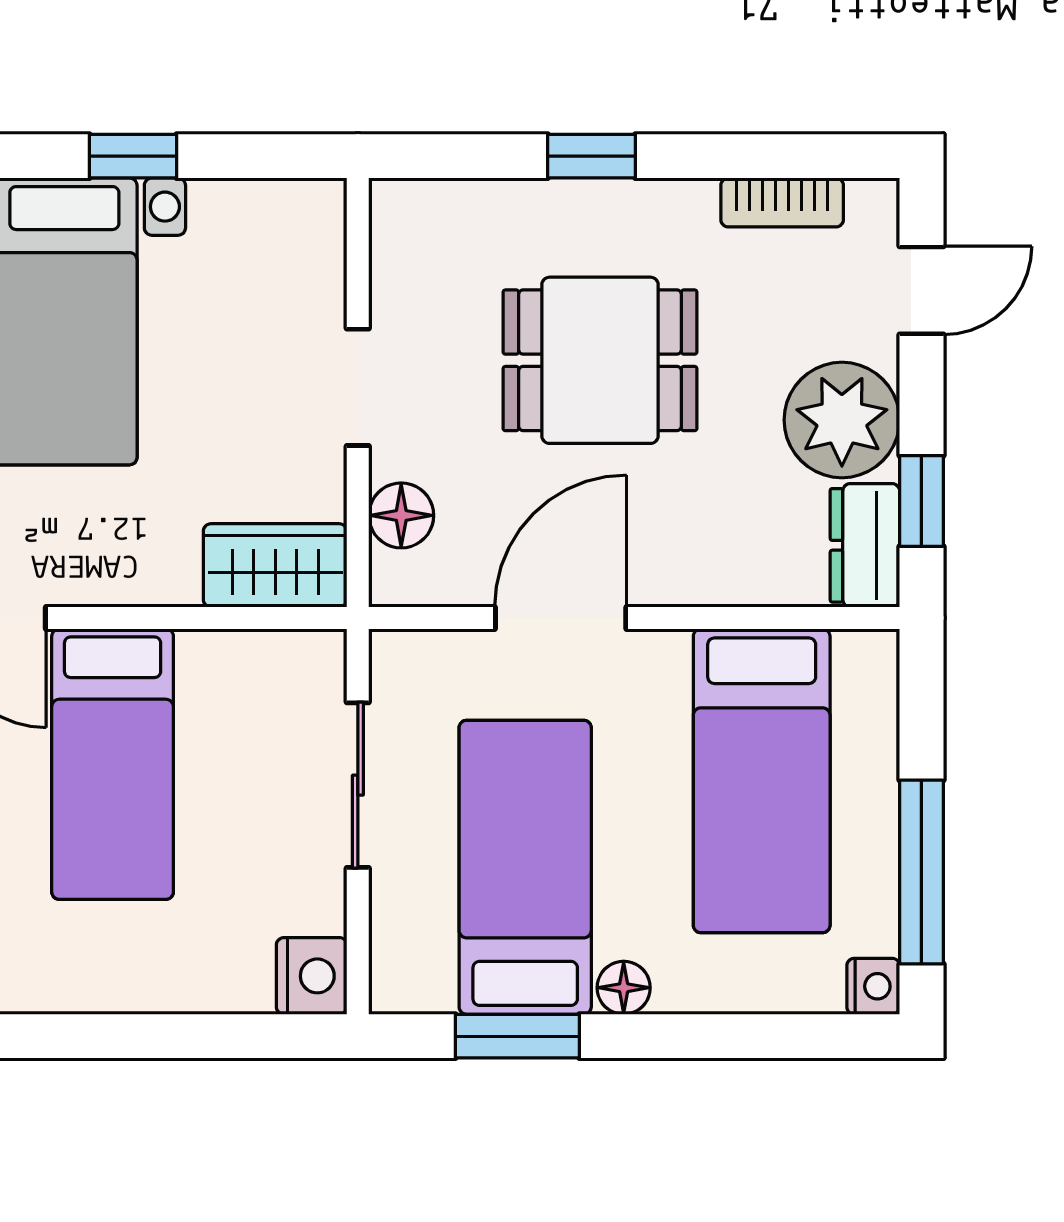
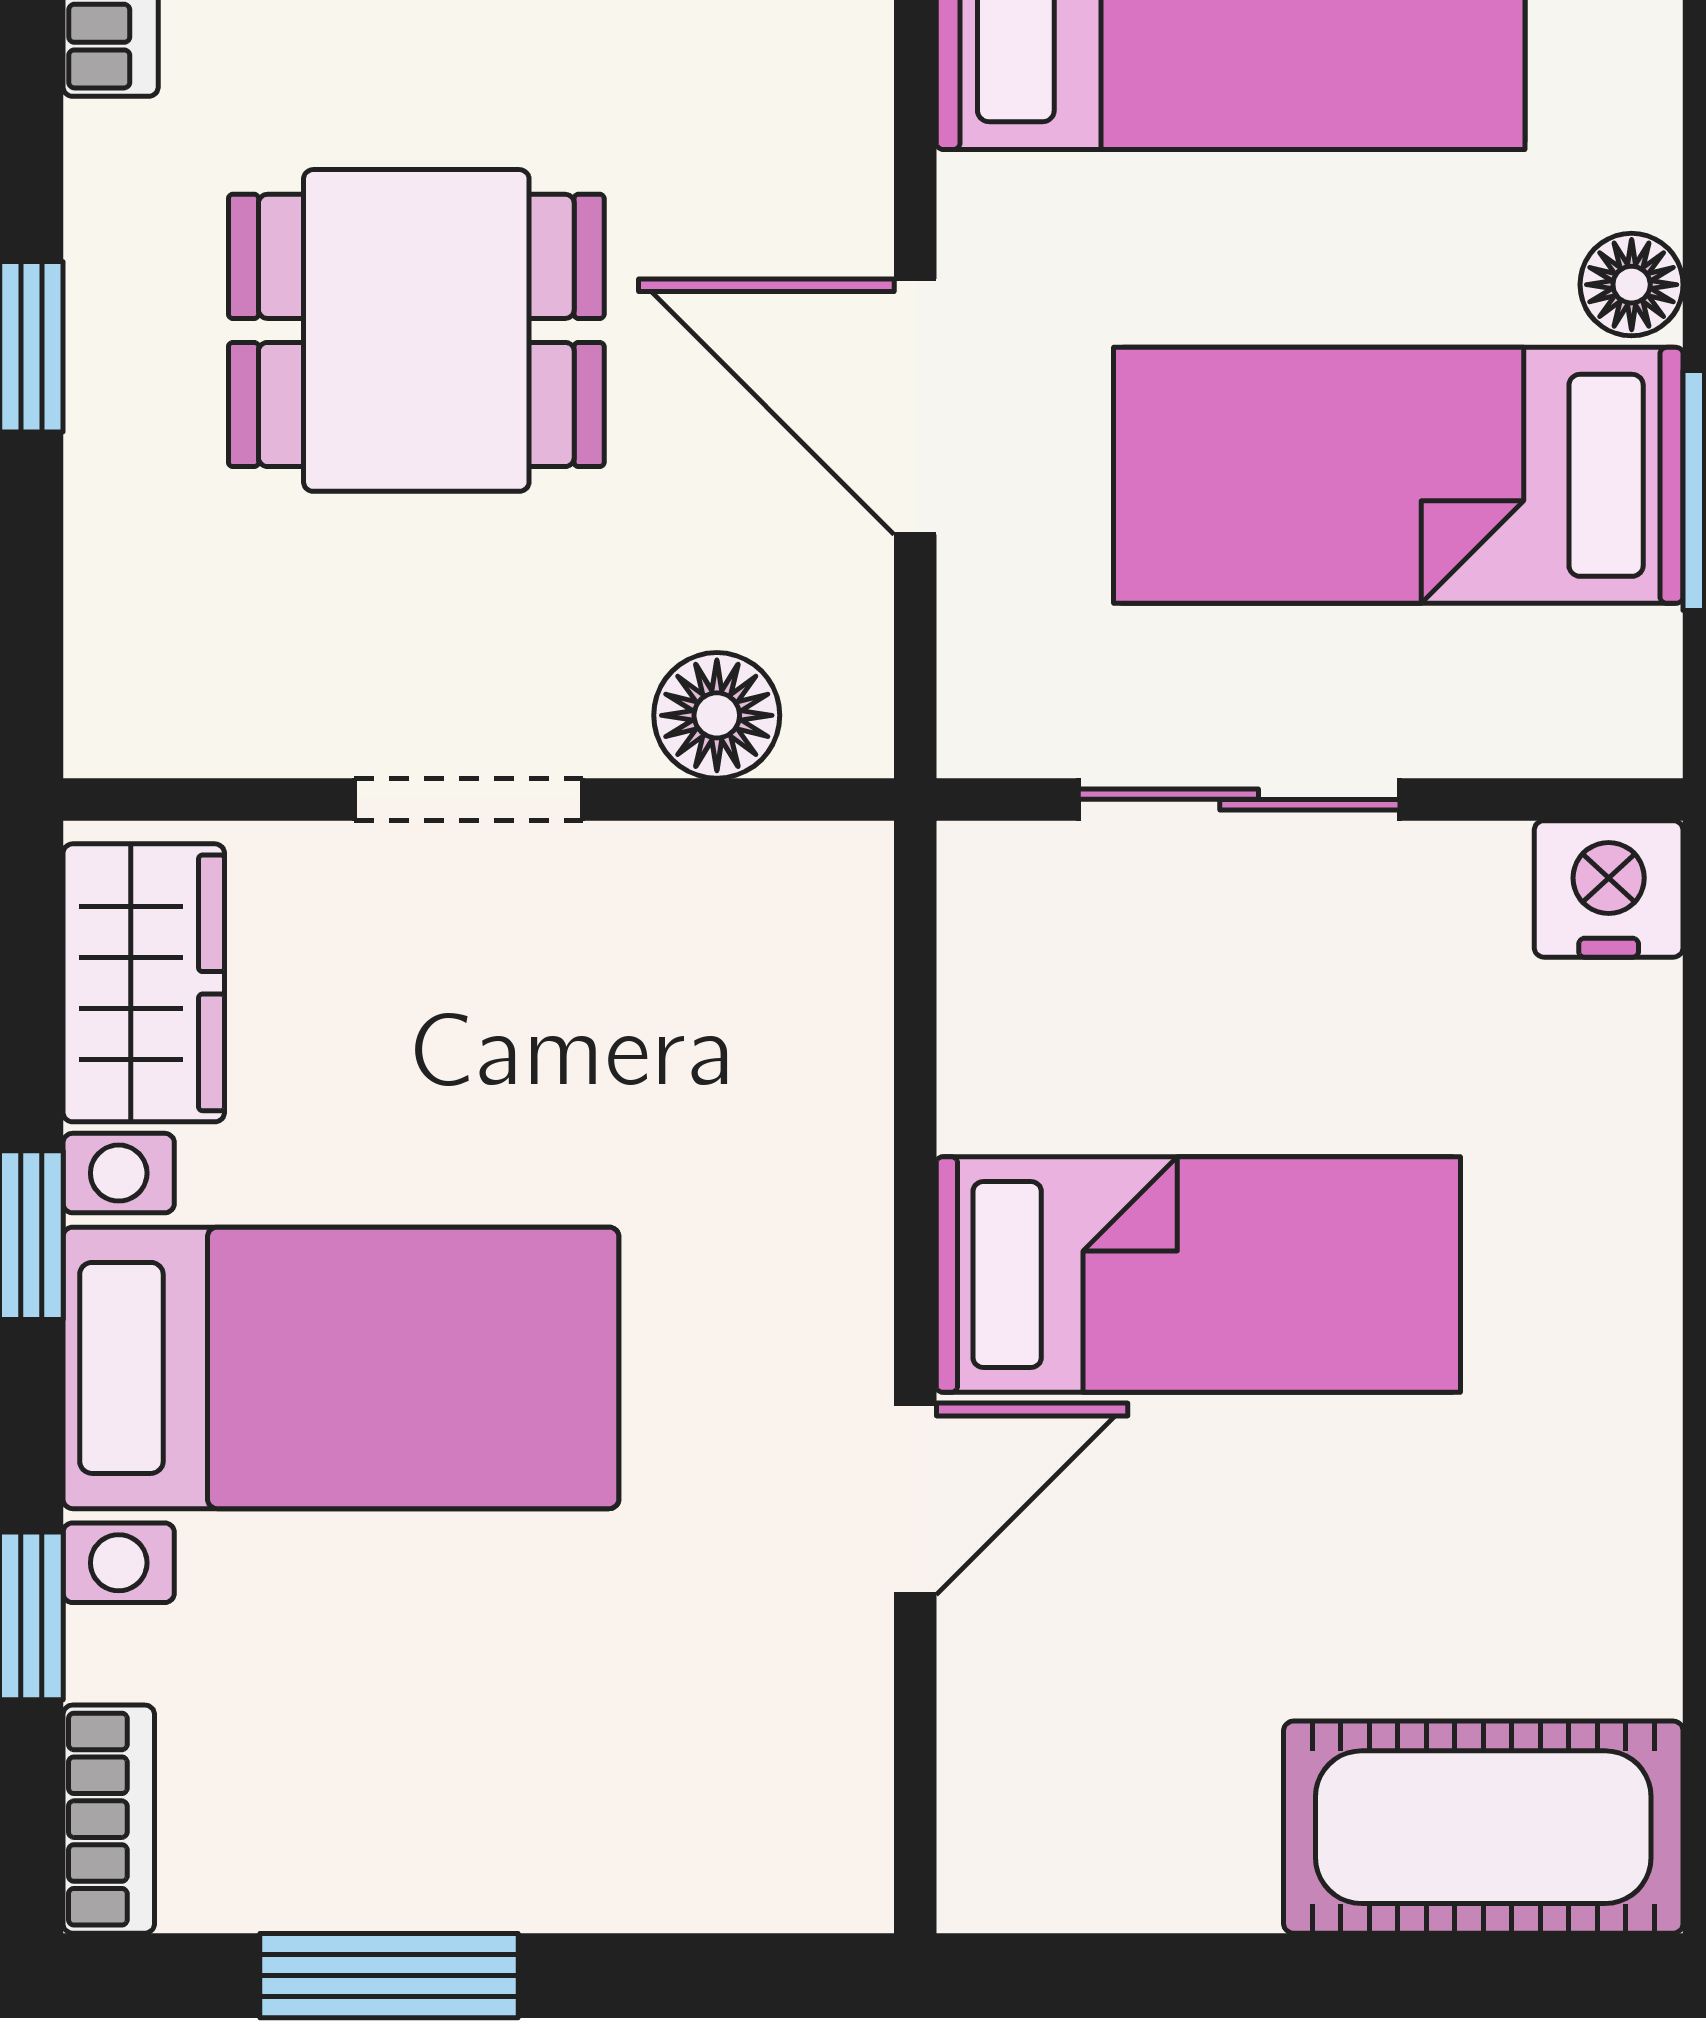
dining table: (600, 360) -> (416, 330), turned 90
wardrobe: (275, 565) -> (144, 983), moved, turned 180

